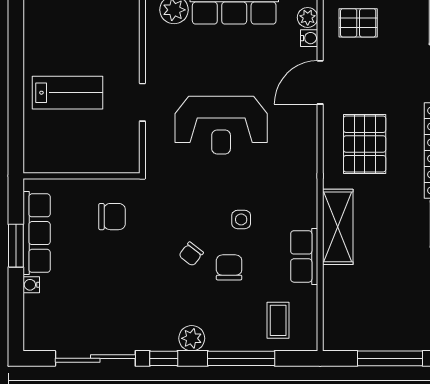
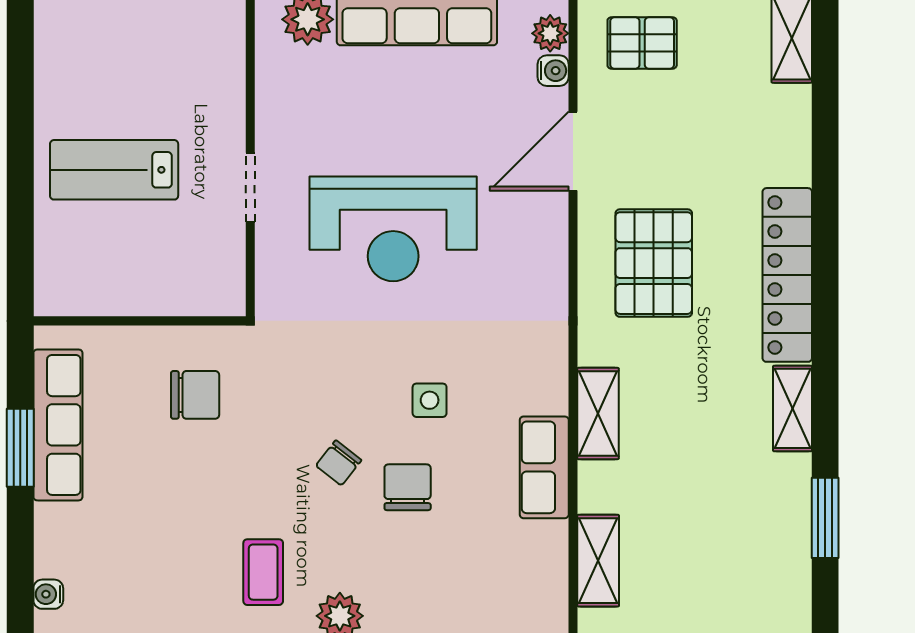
lab bench: (67, 93) -> (114, 170), turned 180
shelving: (338, 227) -> (598, 413), width x0.67, depth x0.75
water cooler: (31, 285) -> (48, 594), moved
shelving: (334, 308) -> (598, 561), added
coffee table: (278, 320) -> (263, 572), moved

